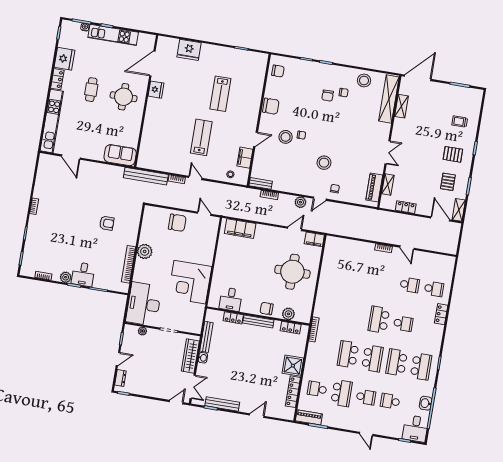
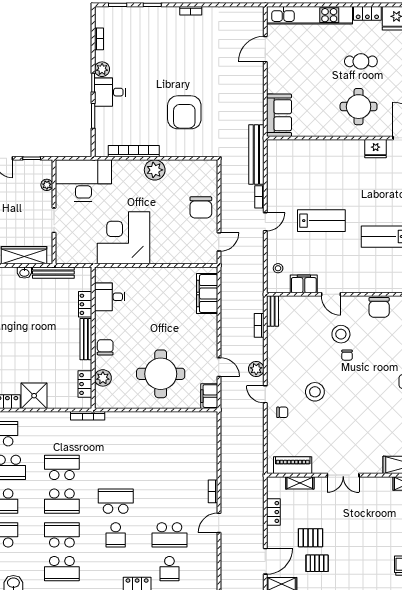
pallet: (453, 154) -> (311, 538), moved, turned 90
armchair: (107, 223) -> (184, 112), width x1.88, depth x1.88
school desk: (410, 285) -> (169, 535), width x1.85

